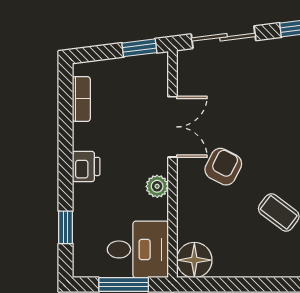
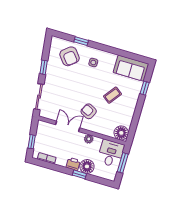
window: (139, 48) -> (32, 142), moved
floor lamp: (90, 201) -> (87, 166), added
window: (66, 227) -> (79, 174), moved

